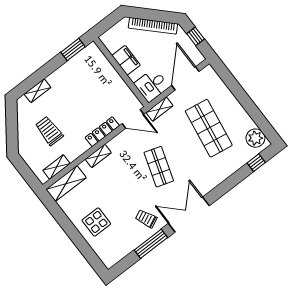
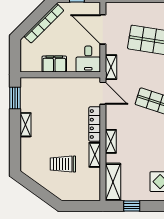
shelving: (38, 91) -> (26, 125), moved
door: (133, 119) -> (103, 93), hinge flipped
shelving: (56, 167) -> (95, 155), moved
window: (58, 214) -> (132, 206), added

